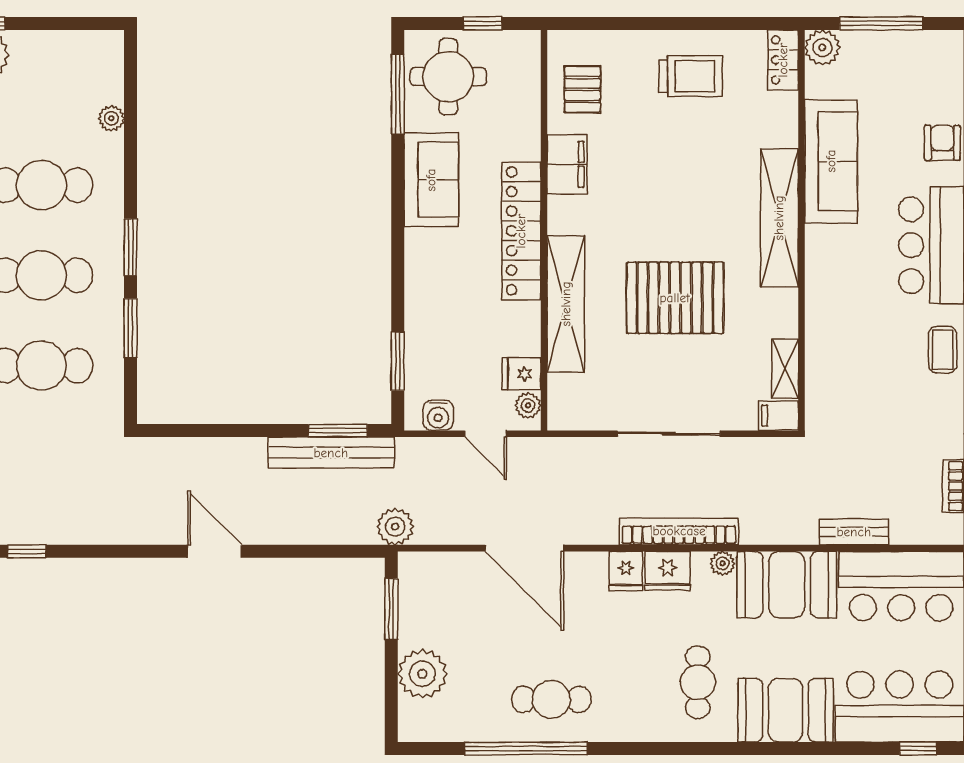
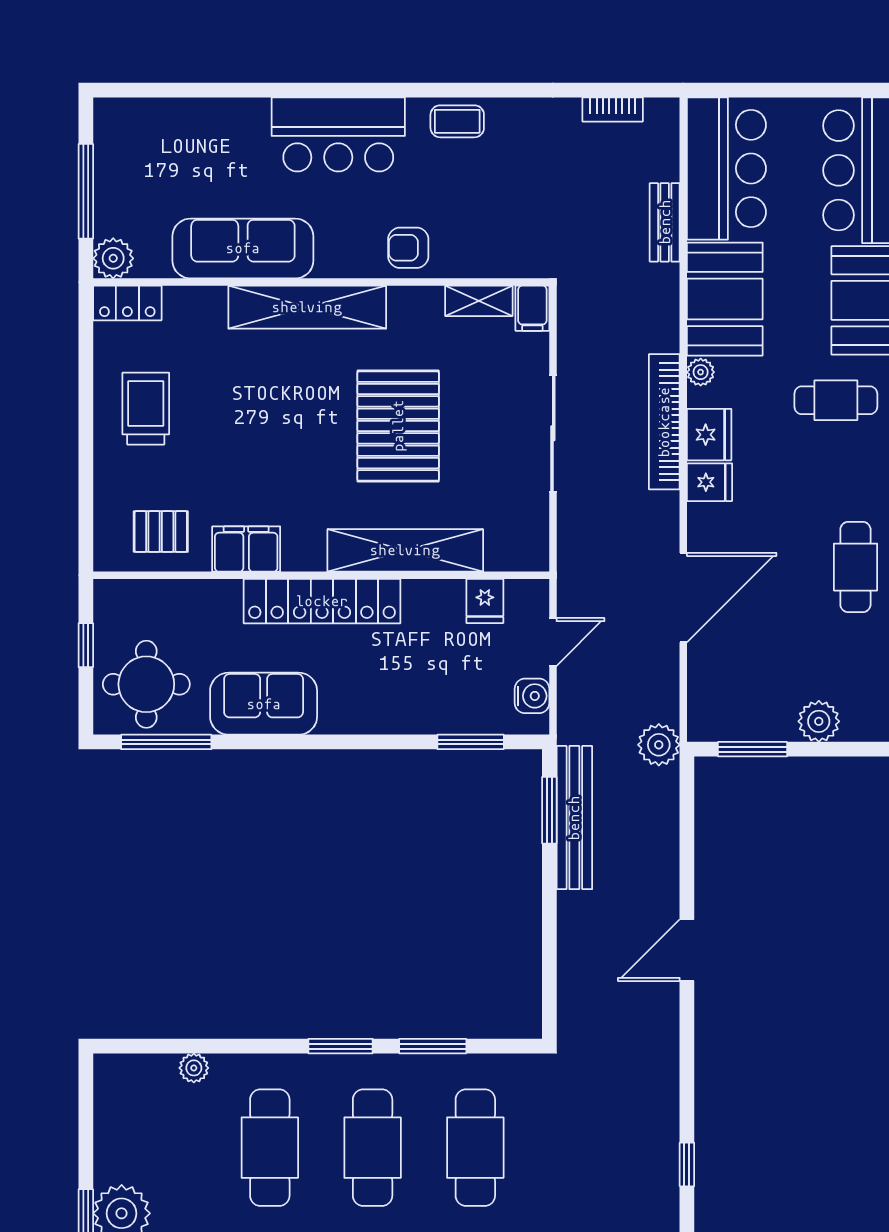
armchair: (942, 143) -> (408, 248), moved
plant: (528, 405) -> (521, 594), removed
plant: (422, 674) -> (819, 721), width x0.73, depth x0.73

